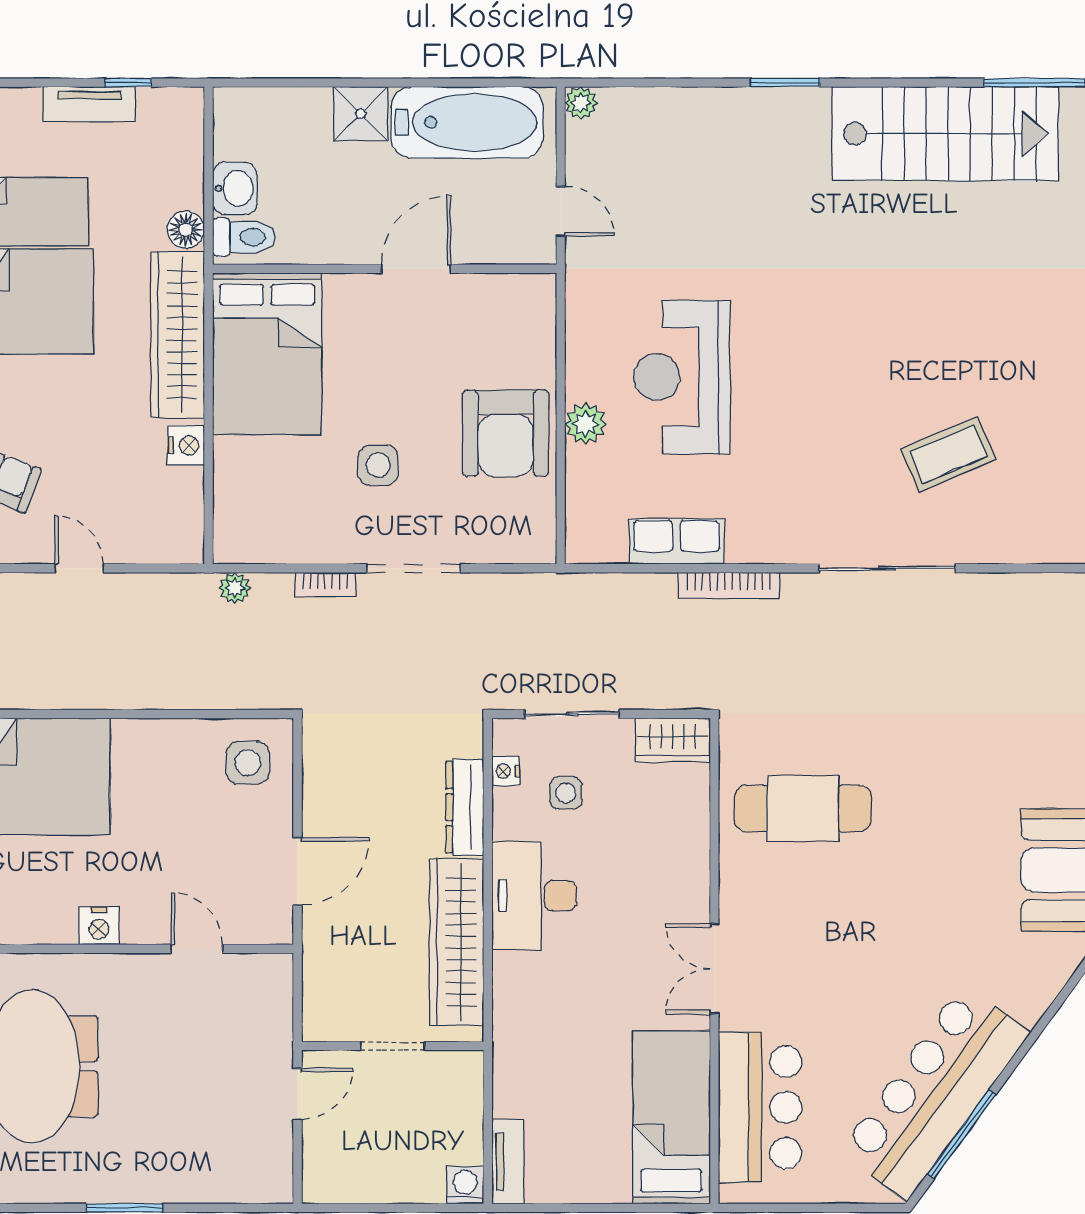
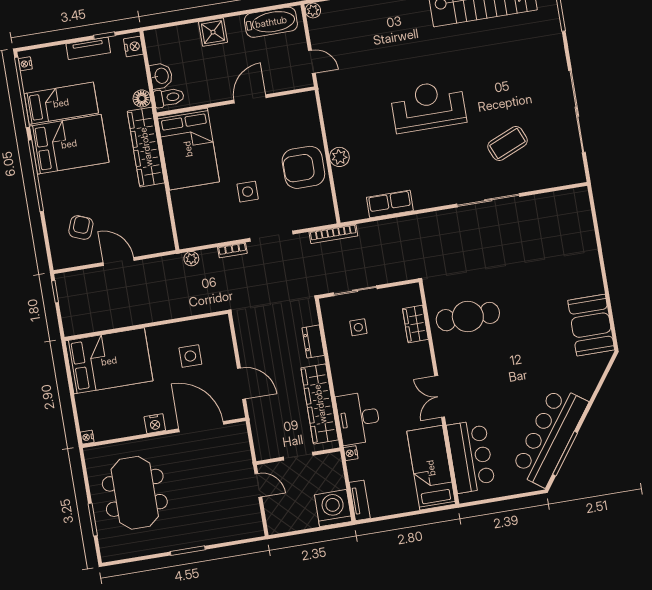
bathtub: (467, 122) -> (271, 22), width x0.73, depth x0.73
reception desk: (682, 377) -> (428, 106), moved, turned 90
armchair: (506, 433) -> (303, 167), turned 90
nightstand: (186, 445) -> (133, 47), moved
door: (79, 568) -> (119, 261), width x1.38
bookcase: (729, 585) -> (333, 234), moved
wardrobe: (673, 740) -> (415, 324), moved, turned 90
side table: (248, 763) -> (190, 356), moved
nightstand: (505, 771) -> (351, 453), moved
dresser: (465, 807) -> (313, 342), width x0.70
door: (298, 871) -> (241, 384), hinge flipped
desk: (534, 896) -> (358, 418), moved
door: (197, 949) -> (201, 427), width x1.88
door: (298, 1094) -> (258, 485), hinge flipped
washing machine: (465, 1185) -> (333, 508), width x1.89, depth x1.89

